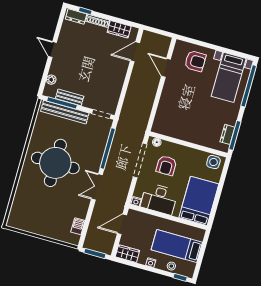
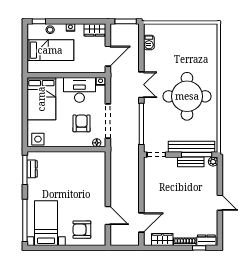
plant: (51, 80) -> (213, 162), moved

